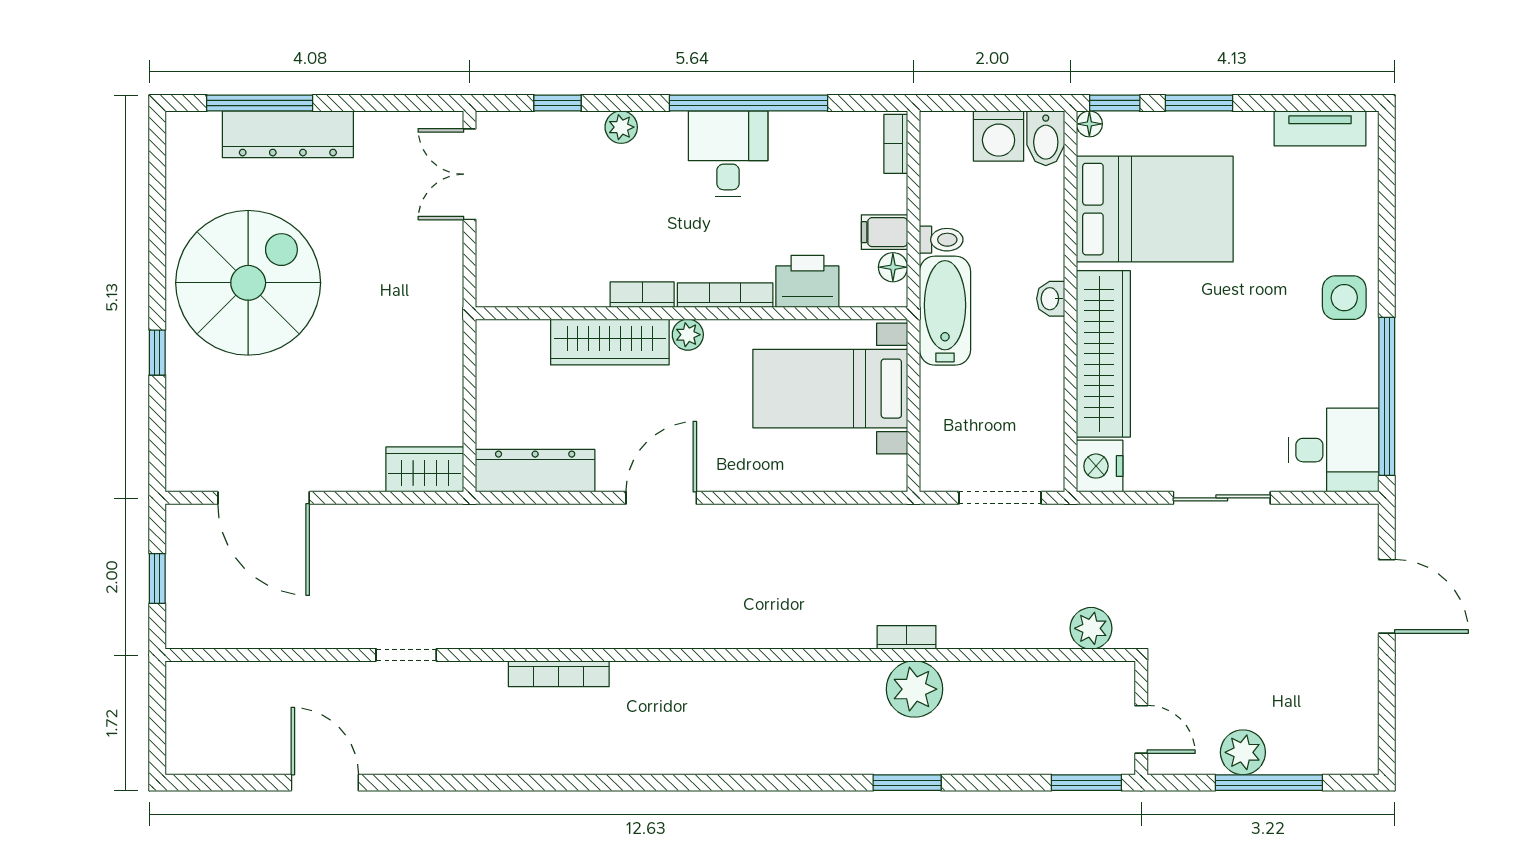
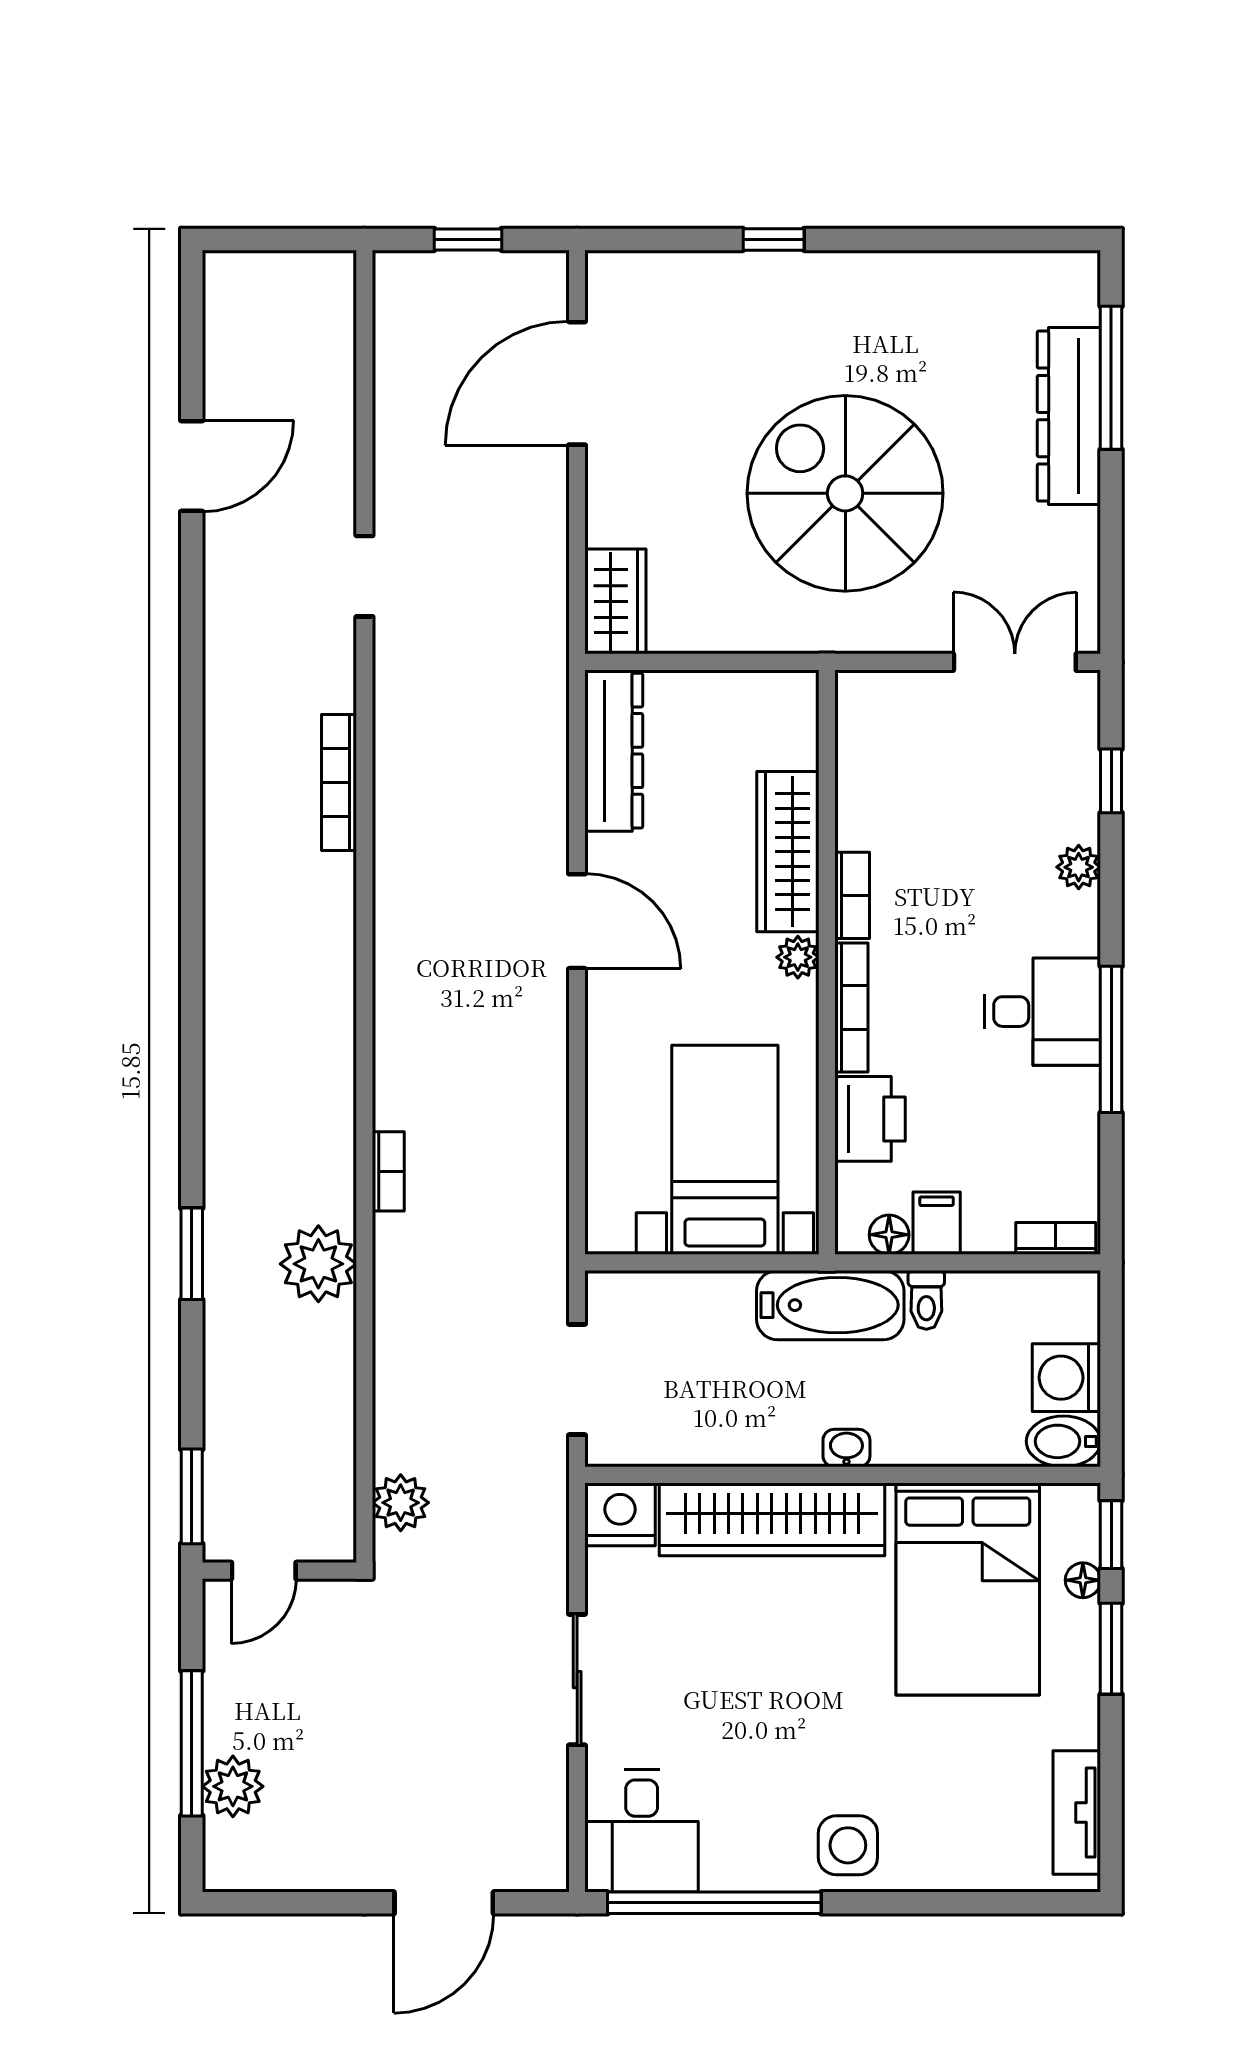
window: (749, 103) -> (1111, 1039), width x0.68
floor lamp: (1089, 124) -> (1083, 1580), moved
spiral stairs: (248, 283) -> (845, 493), moved, turned 180
bookcase: (907, 637) -> (388, 1171), moved
plant: (1243, 752) -> (233, 1786), moved

